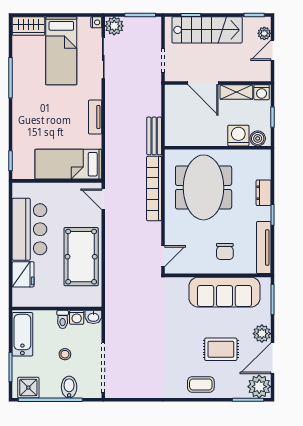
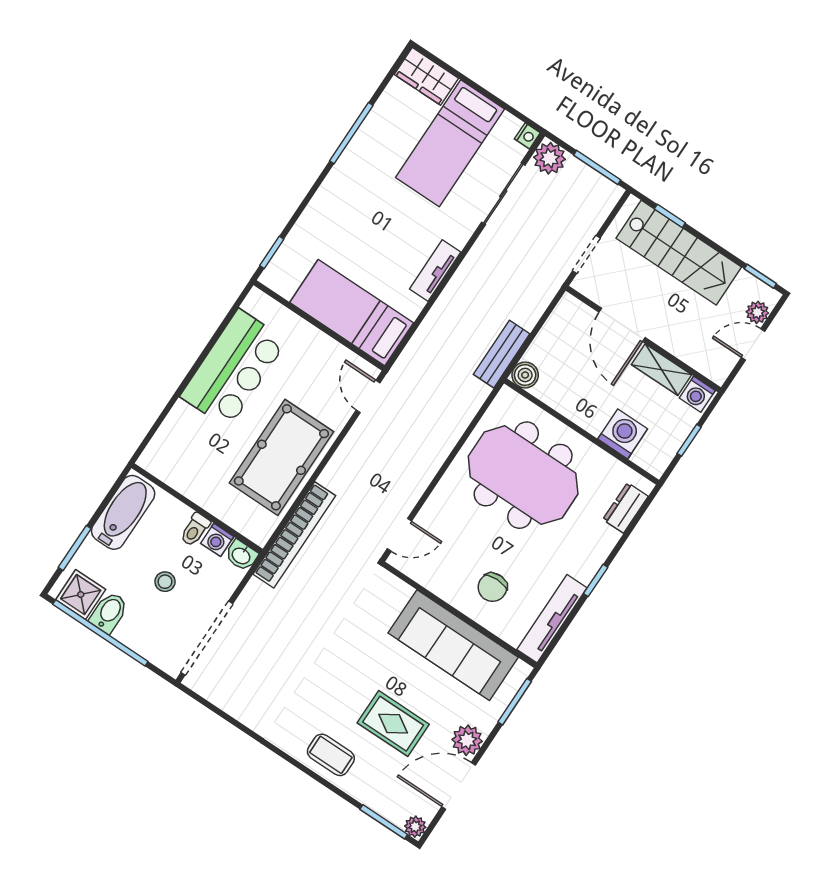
boiler: (258, 138) -> (525, 375), moved
meeting table: (204, 187) -> (523, 475), turned 90
bookcase: (154, 189) -> (294, 535), moved, turned 180
dresser: (264, 193) -> (625, 508), moved
fridge: (23, 274) -> (181, 427), removed
bidet: (69, 387) -> (109, 612), moved
plant: (259, 387) -> (415, 827), width x0.53, depth x0.53

